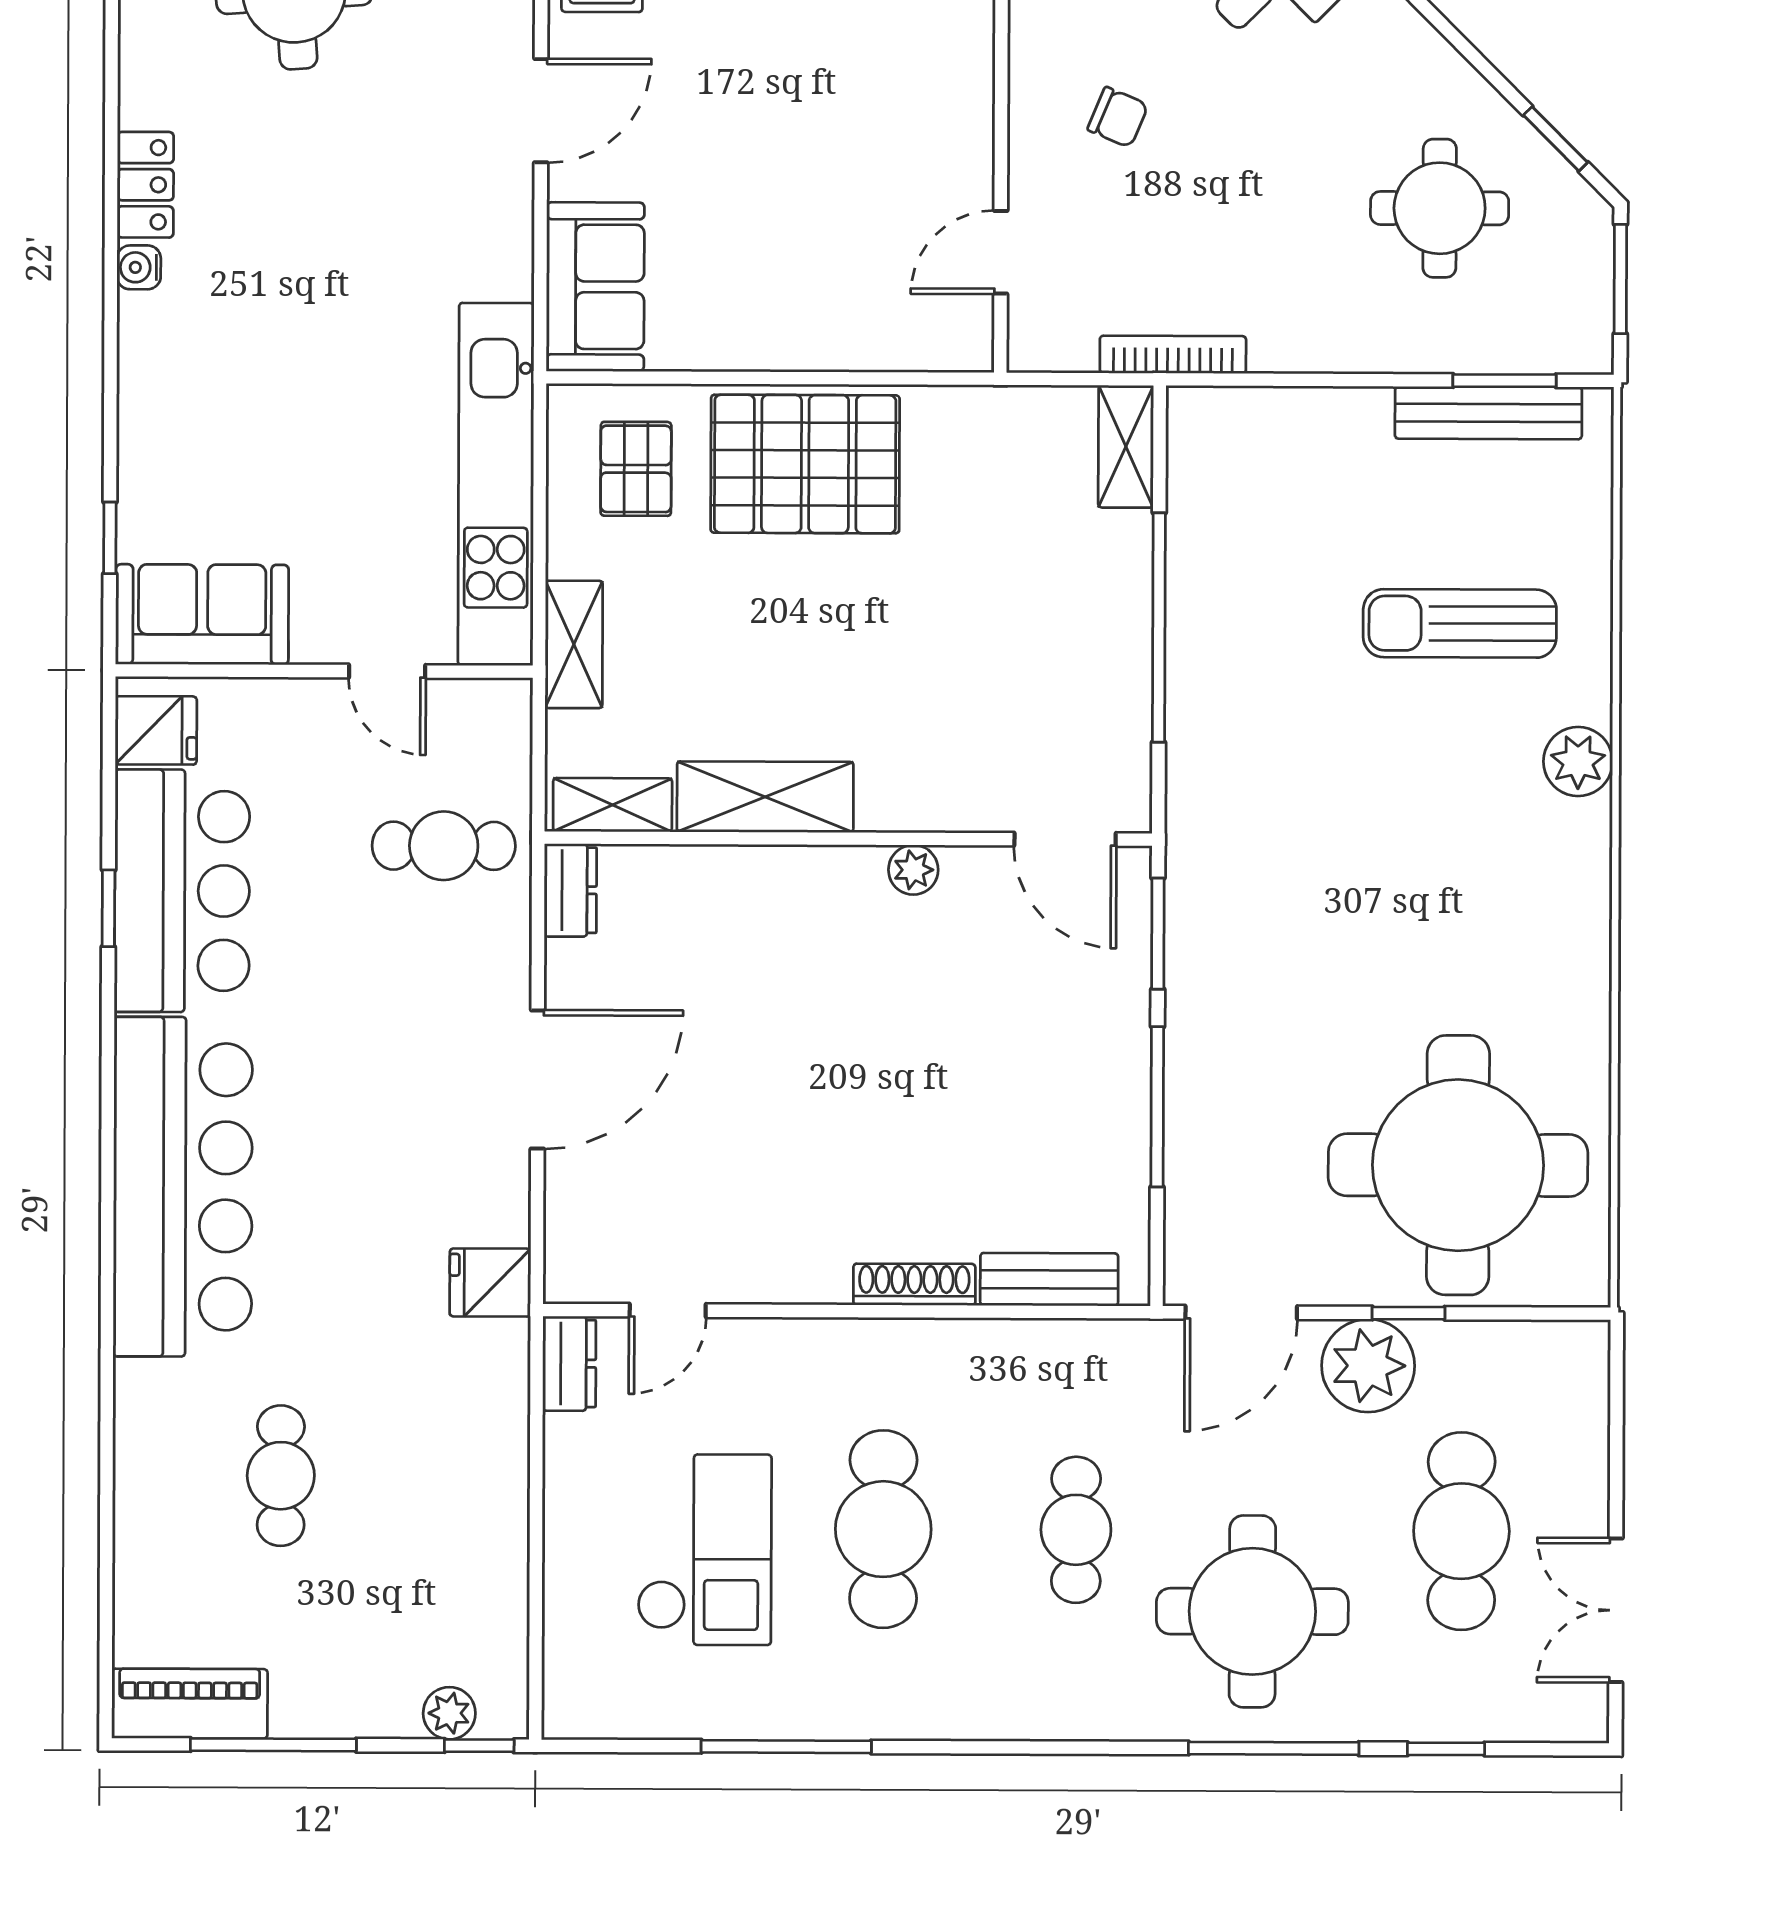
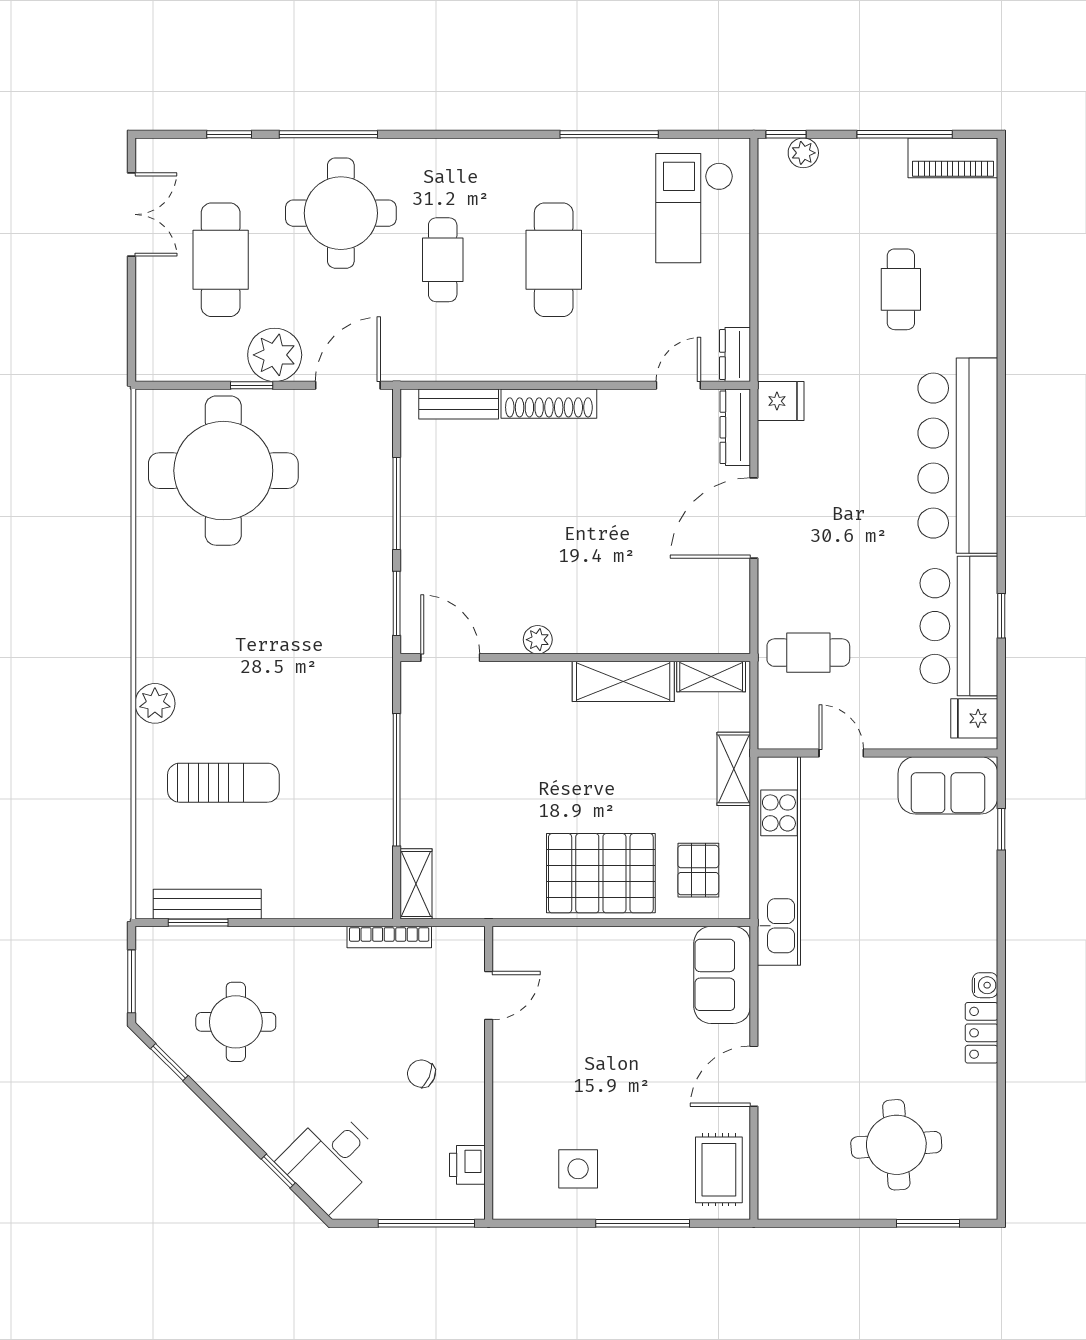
dresser: (570, 890) -> (735, 427), moved, width x1.44
shoe rack: (914, 1284) -> (549, 404), width x1.36, depth x1.24
checkout: (704, 1550) -> (694, 208), moved

